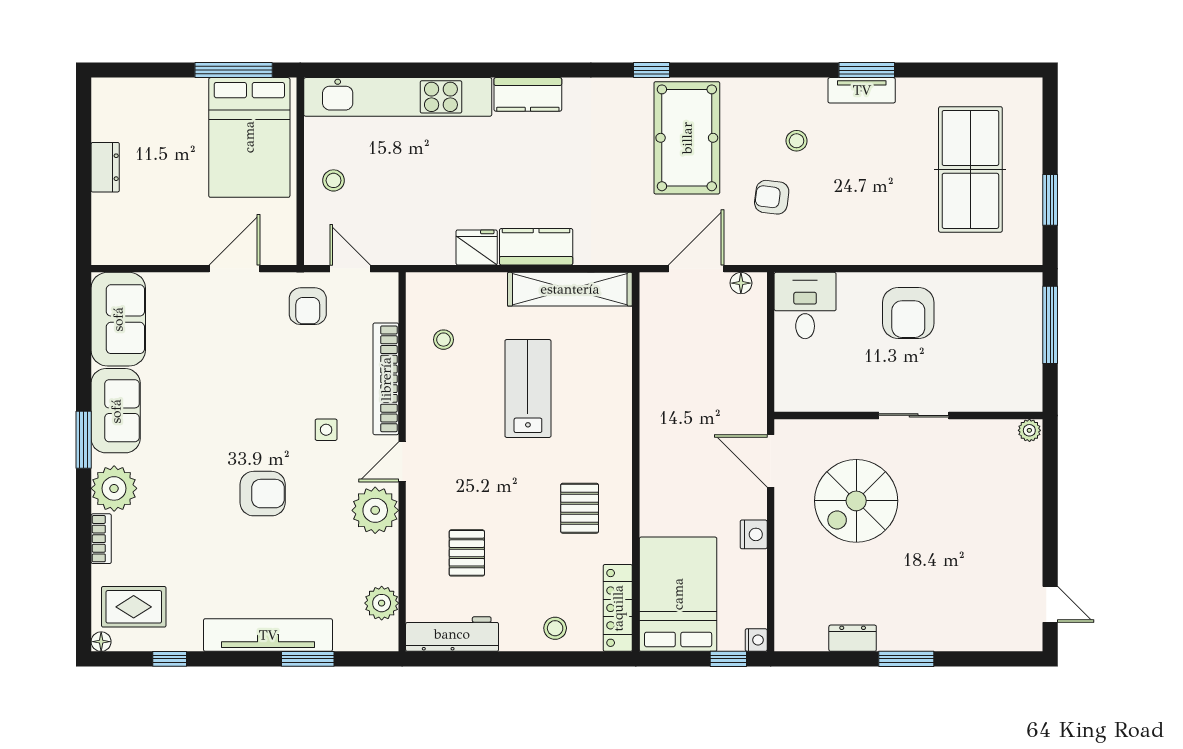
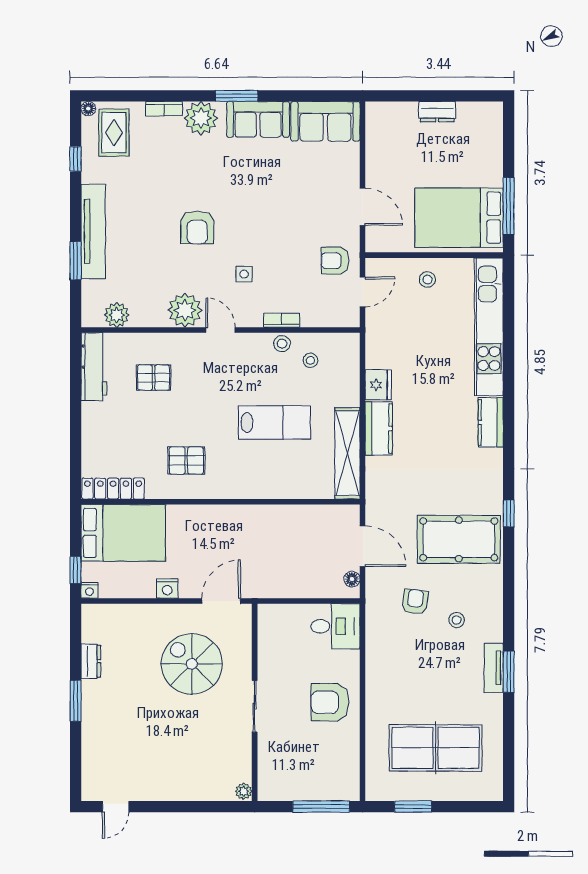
bookcase: (386, 379) -> (282, 320), width x0.43, depth x0.76
stool: (555, 628) -> (282, 344), moved

